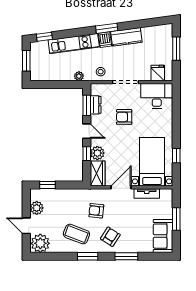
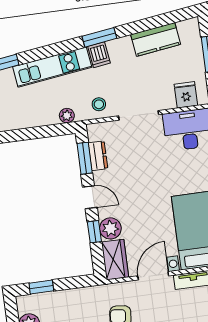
kitchen counter: (126, 37) -> (156, 39), moved
armchair: (124, 117) -> (144, 168), removed

